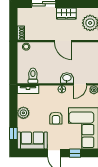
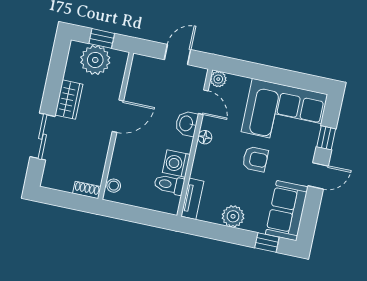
washing machine: (45, 77) -> (176, 163), added

